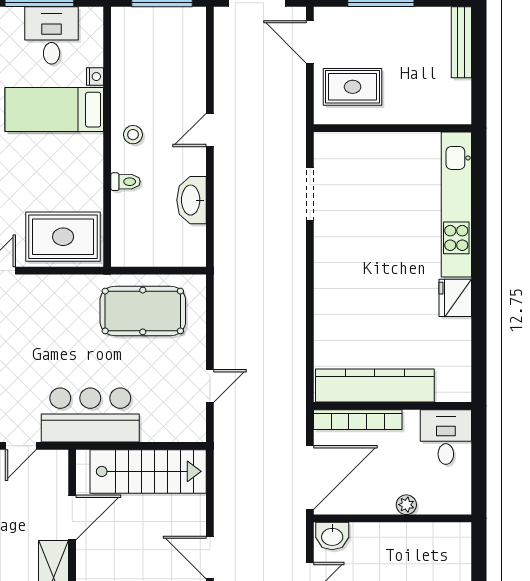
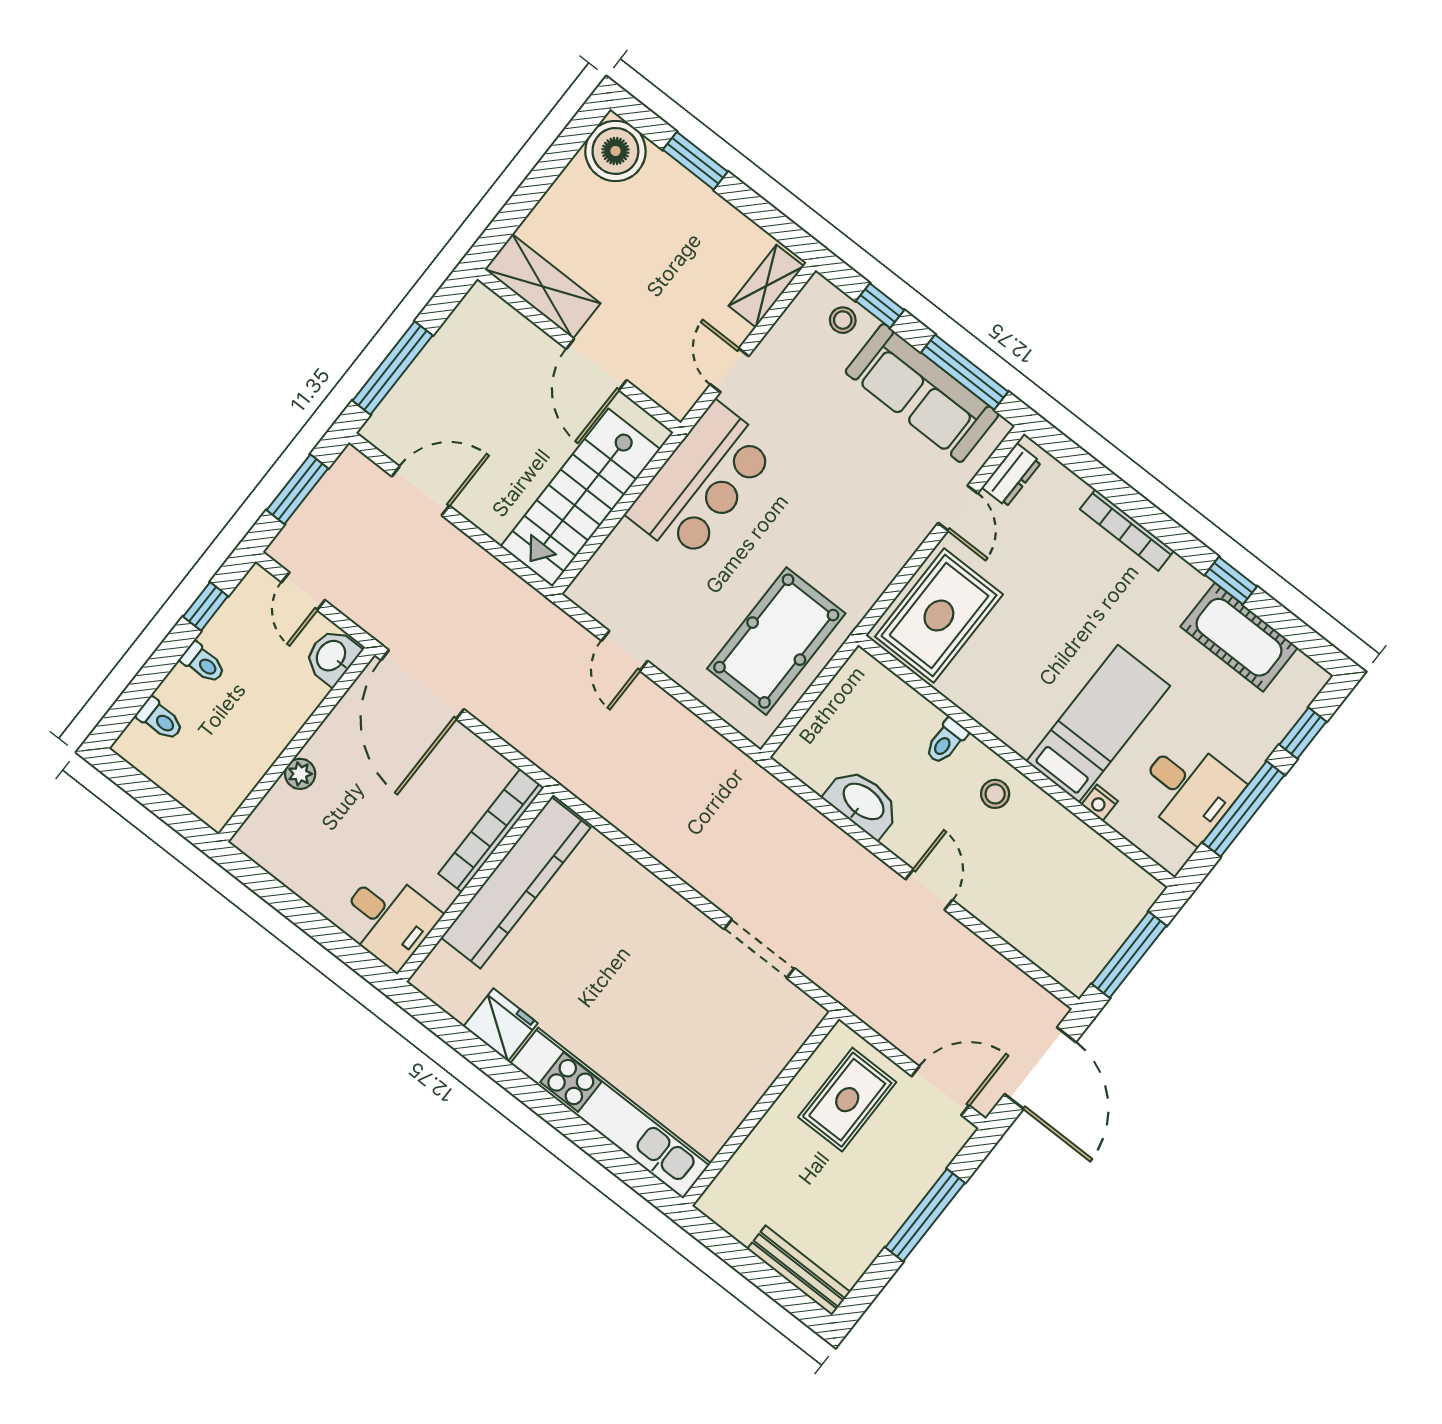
kitchen counter: (375, 385) -> (516, 883), moved
wall: (392, 406) -> (475, 885), moved
bookcase: (358, 420) -> (491, 830), moved
desk: (446, 437) -> (388, 919), moved

